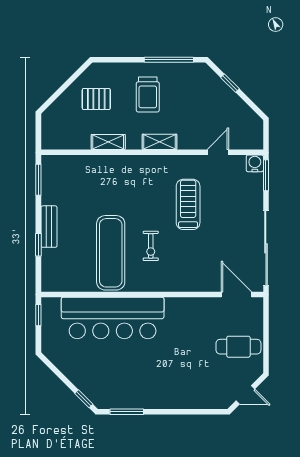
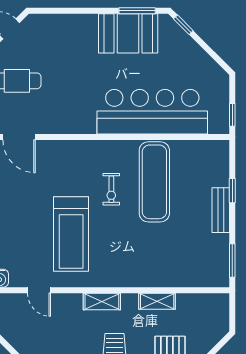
door: (218, 152) -> (39, 290), hinge flipped
treadmill: (188, 204) -> (71, 234), width x1.37, depth x1.38
exercise bike: (151, 246) -> (111, 189), turned 180
booth: (135, 391) -> (128, 33), added

